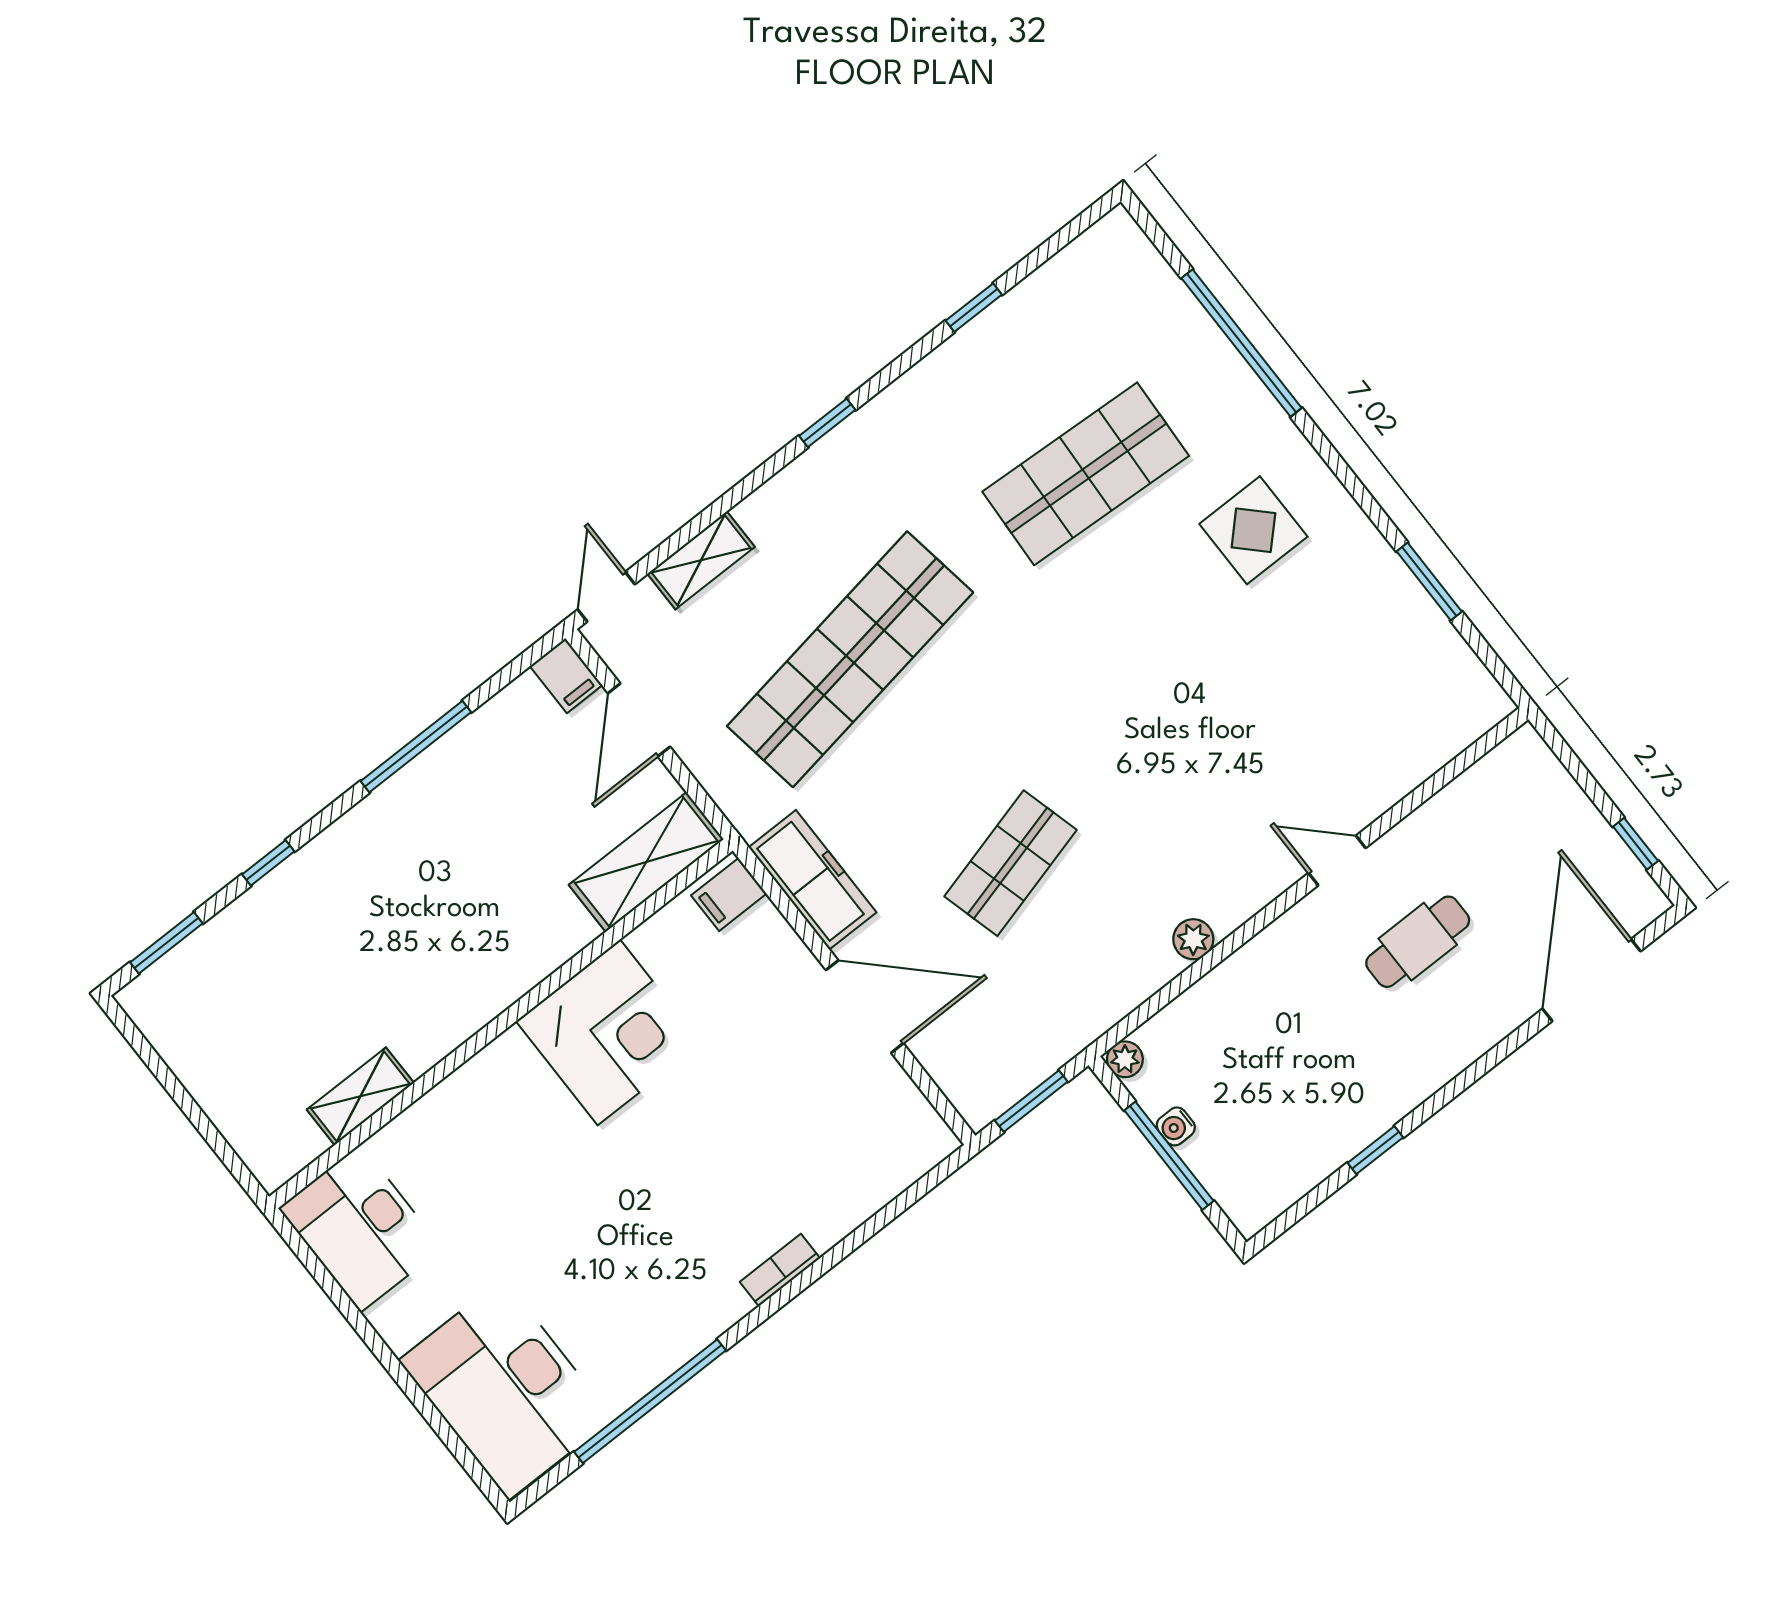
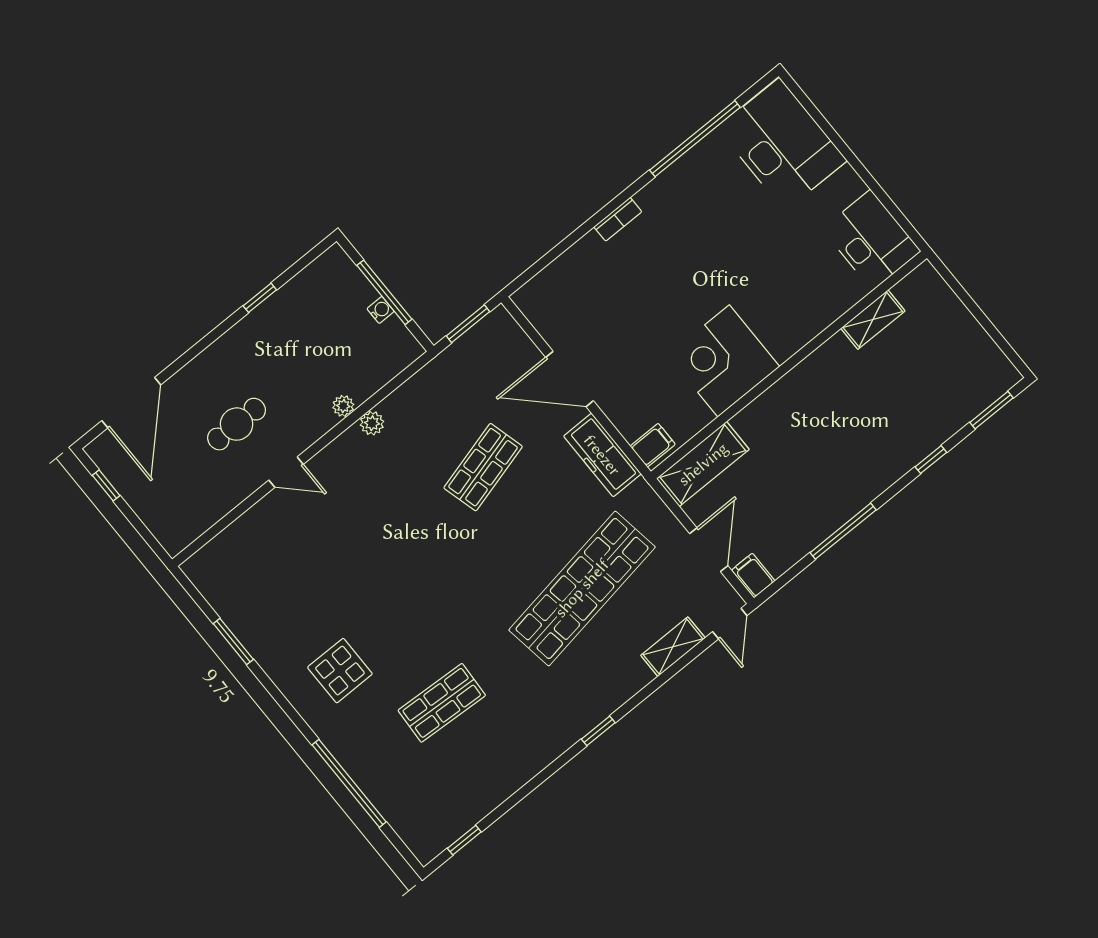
window: (974, 308) -> (464, 840), moved
shop shelf: (1086, 474) -> (442, 703), width x0.70, depth x0.74
plant: (1125, 1059) -> (343, 406), moved

